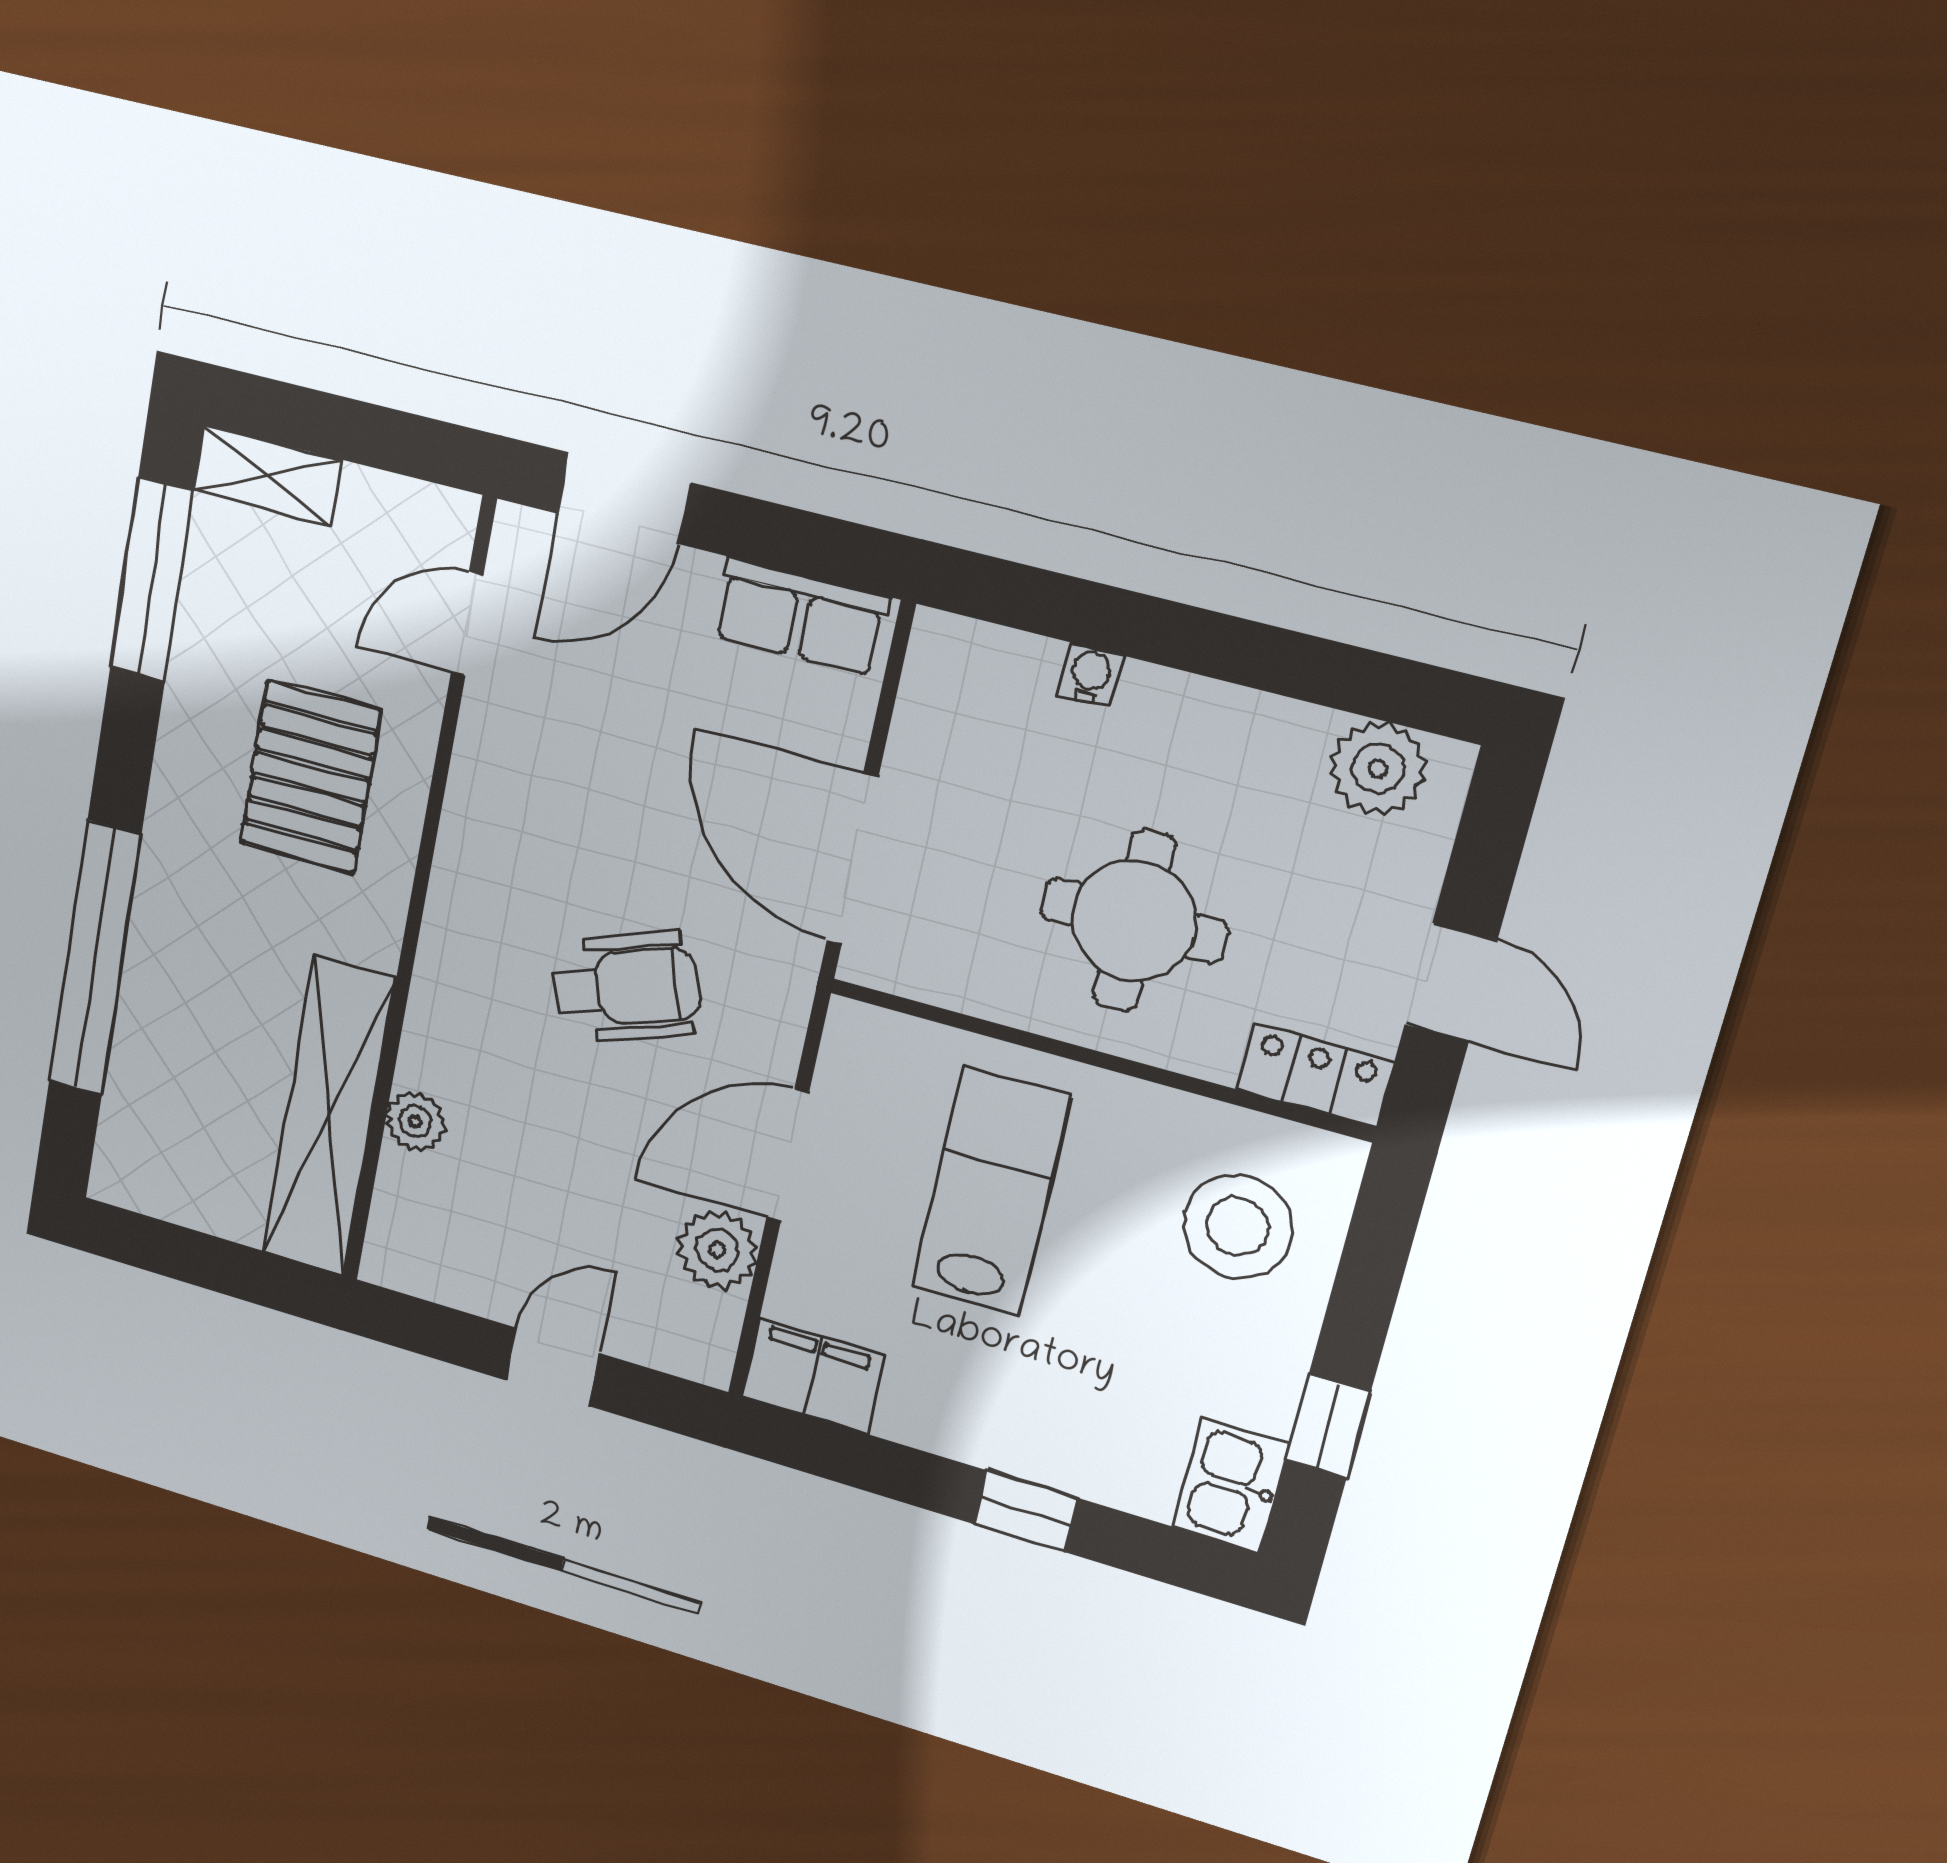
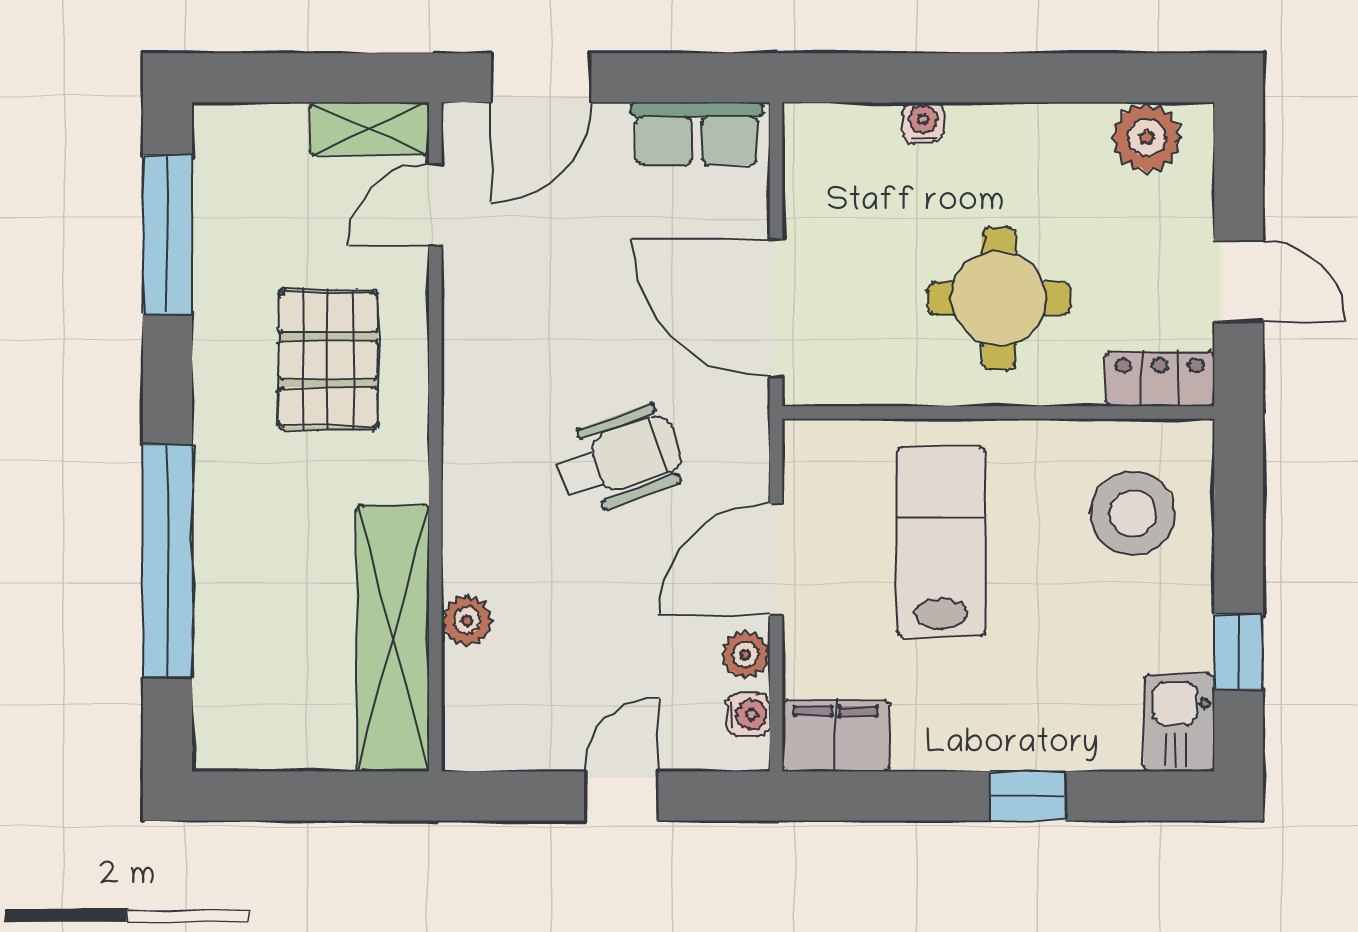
shelving: (267, 475) -> (370, 129), moved
plant: (717, 1250) -> (746, 654), width x0.73, depth x0.73
water cooler: (717, 1321) -> (748, 715), added

